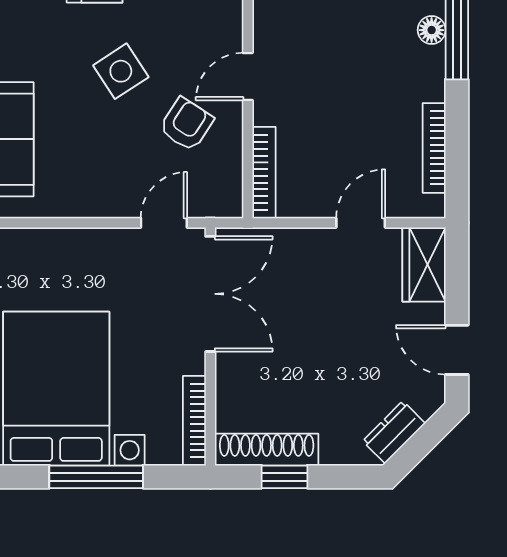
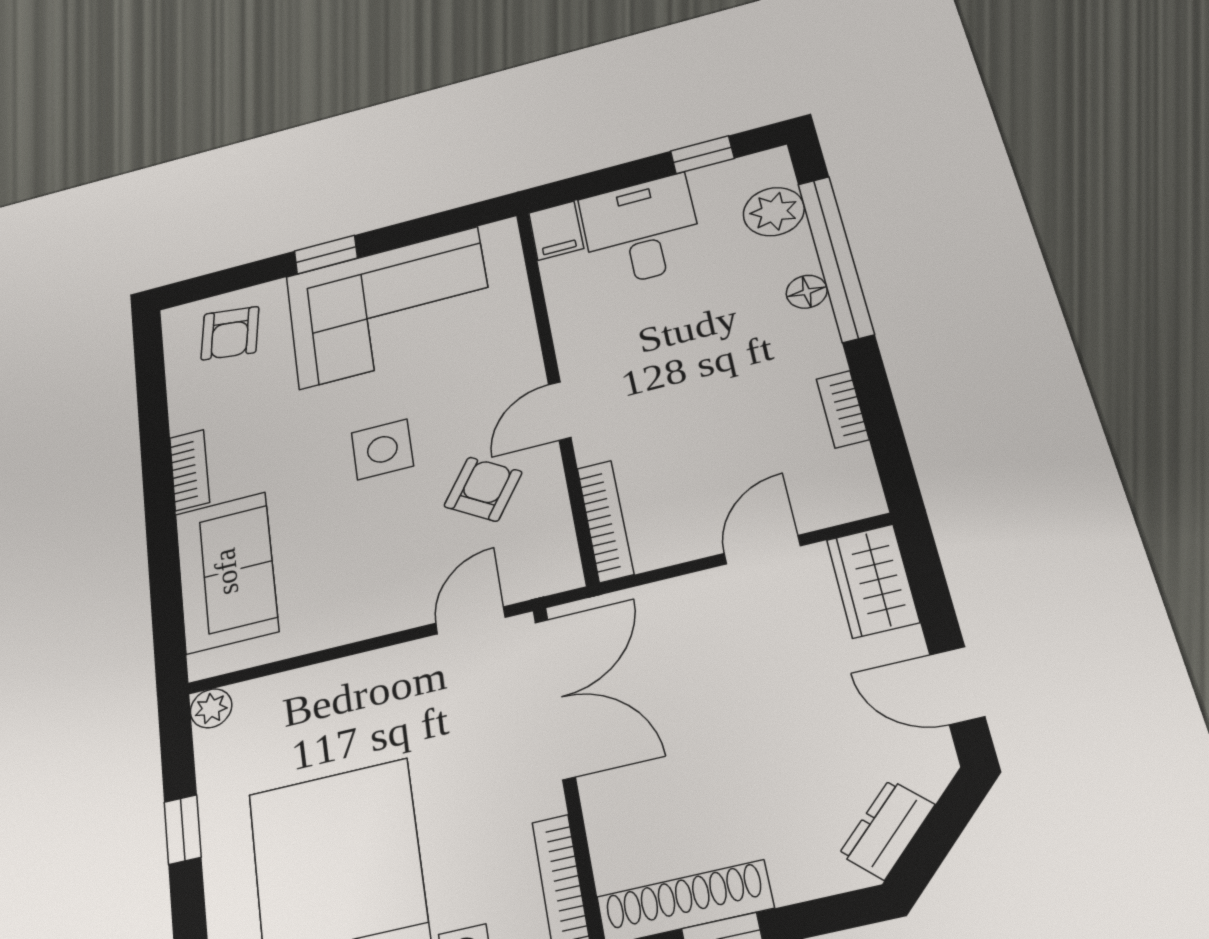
side table: (121, 71) -> (382, 449), turned 33
bookcase: (434, 148) -> (843, 409), width x0.64

